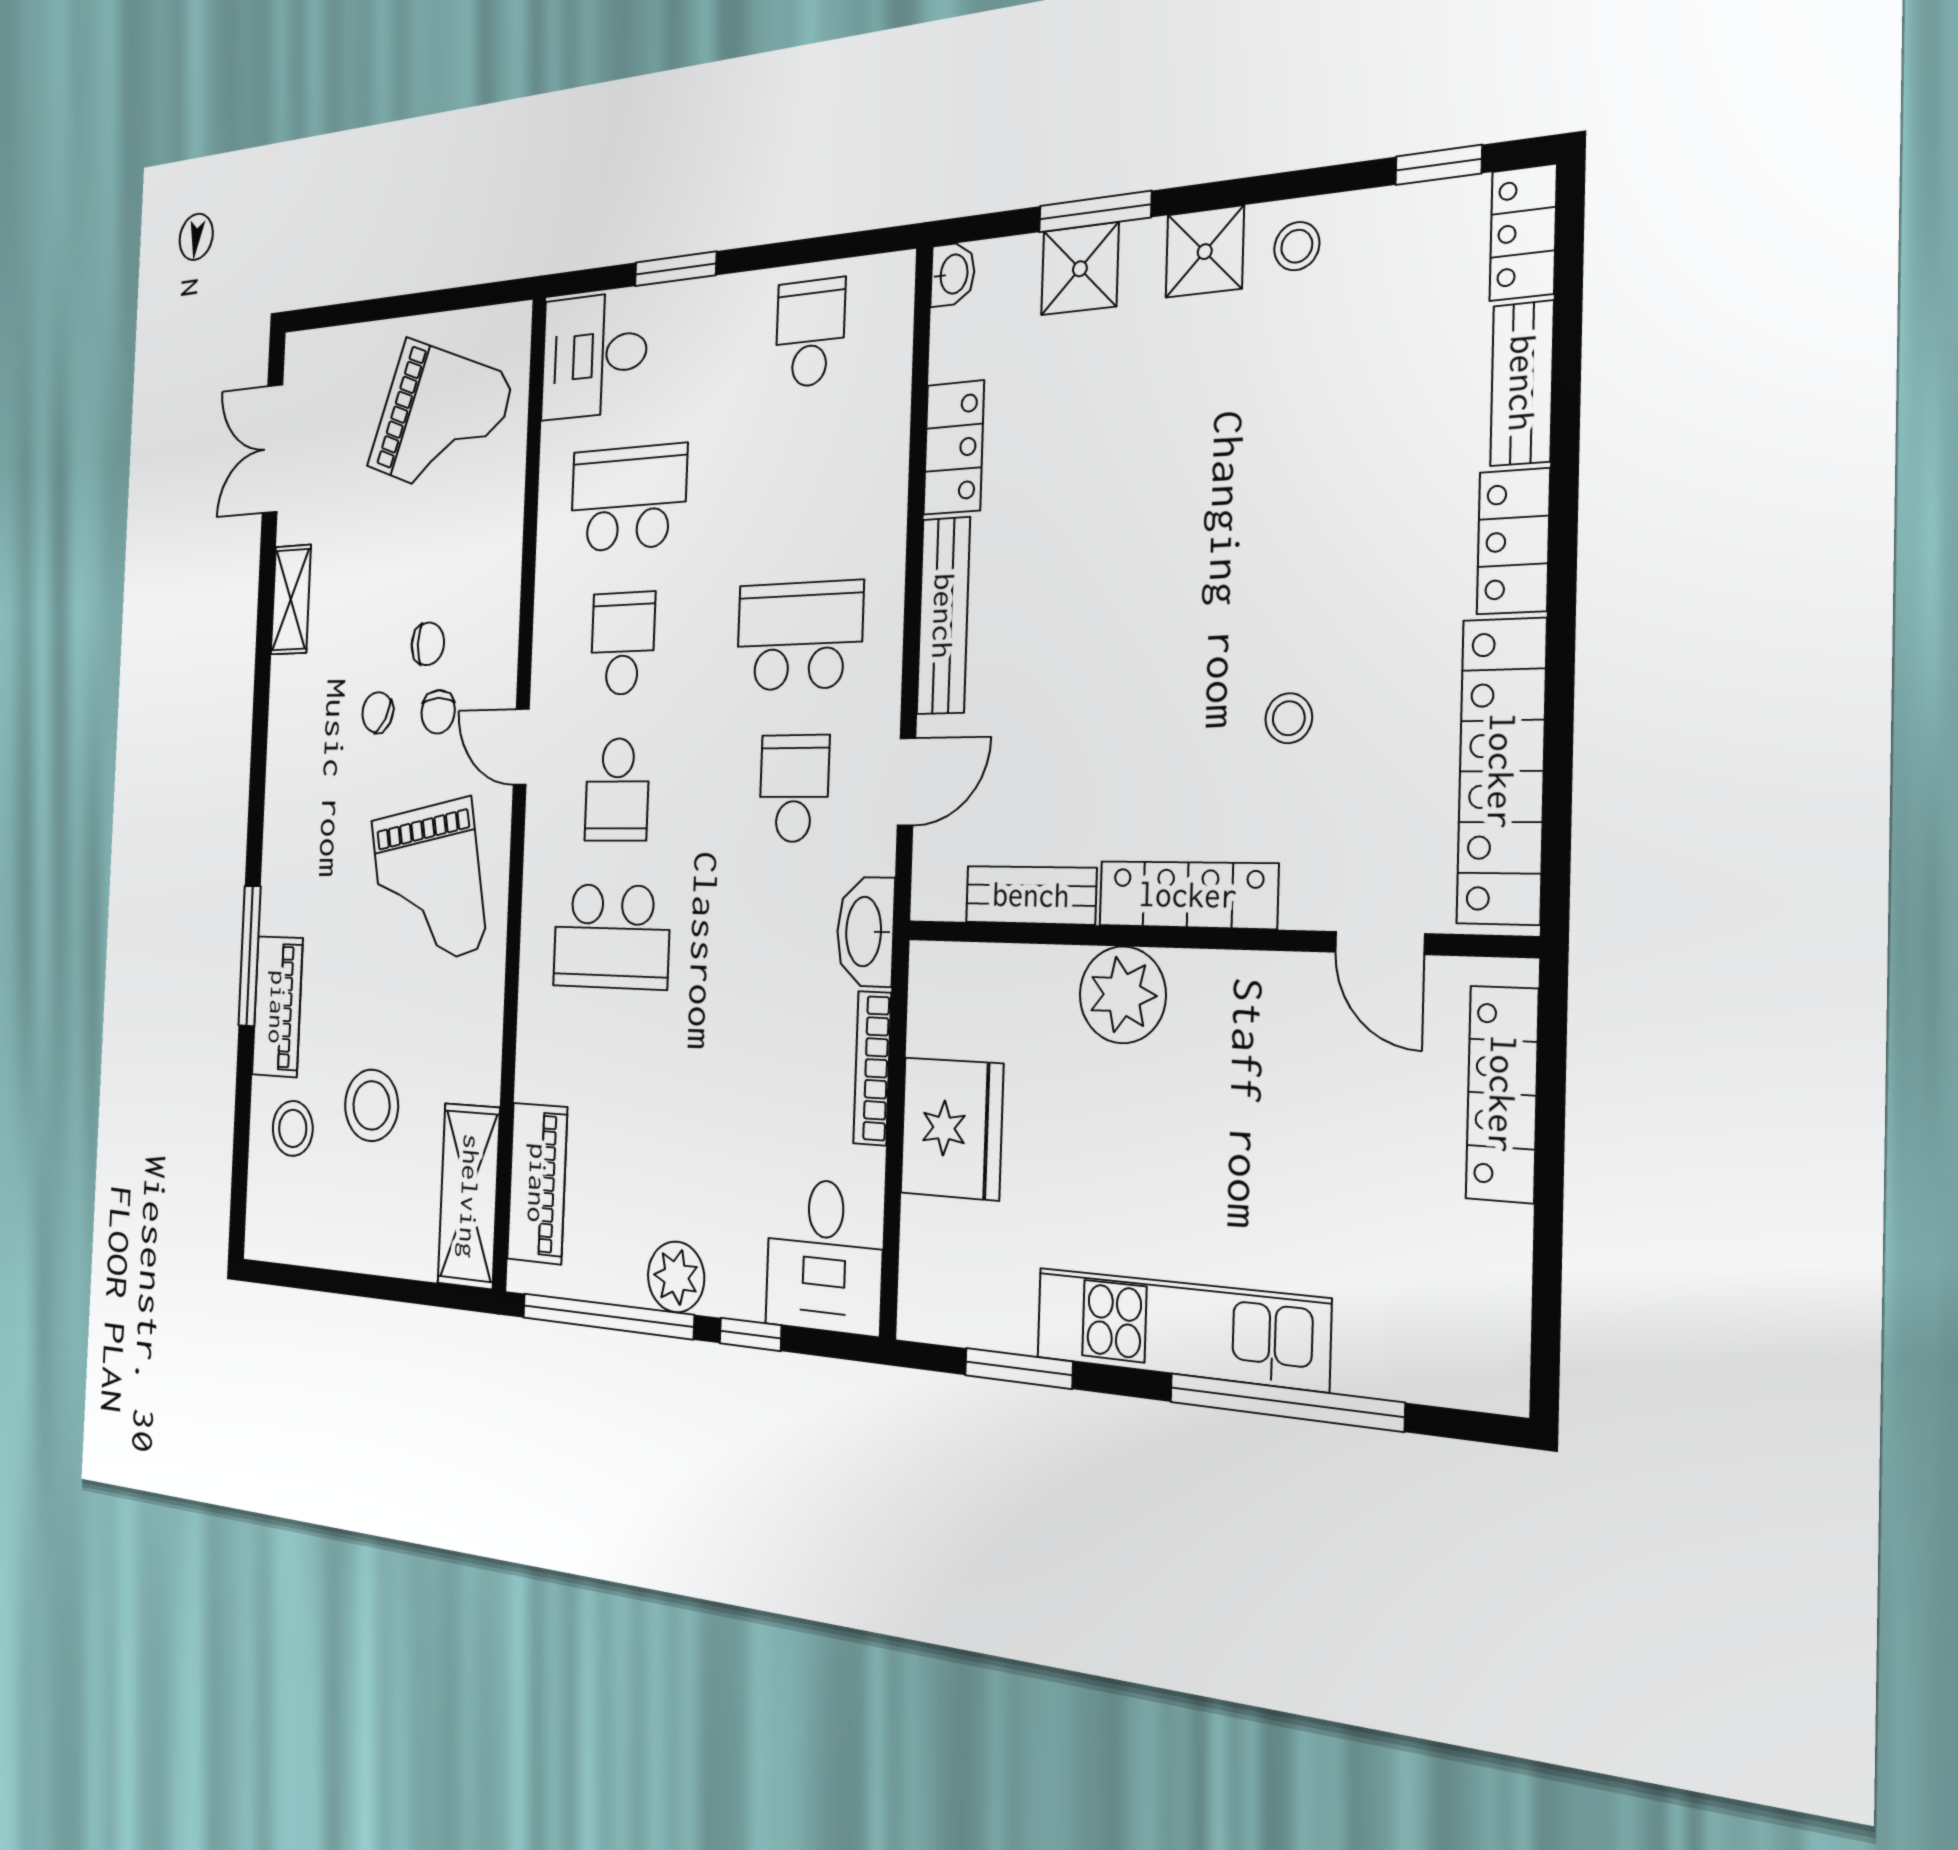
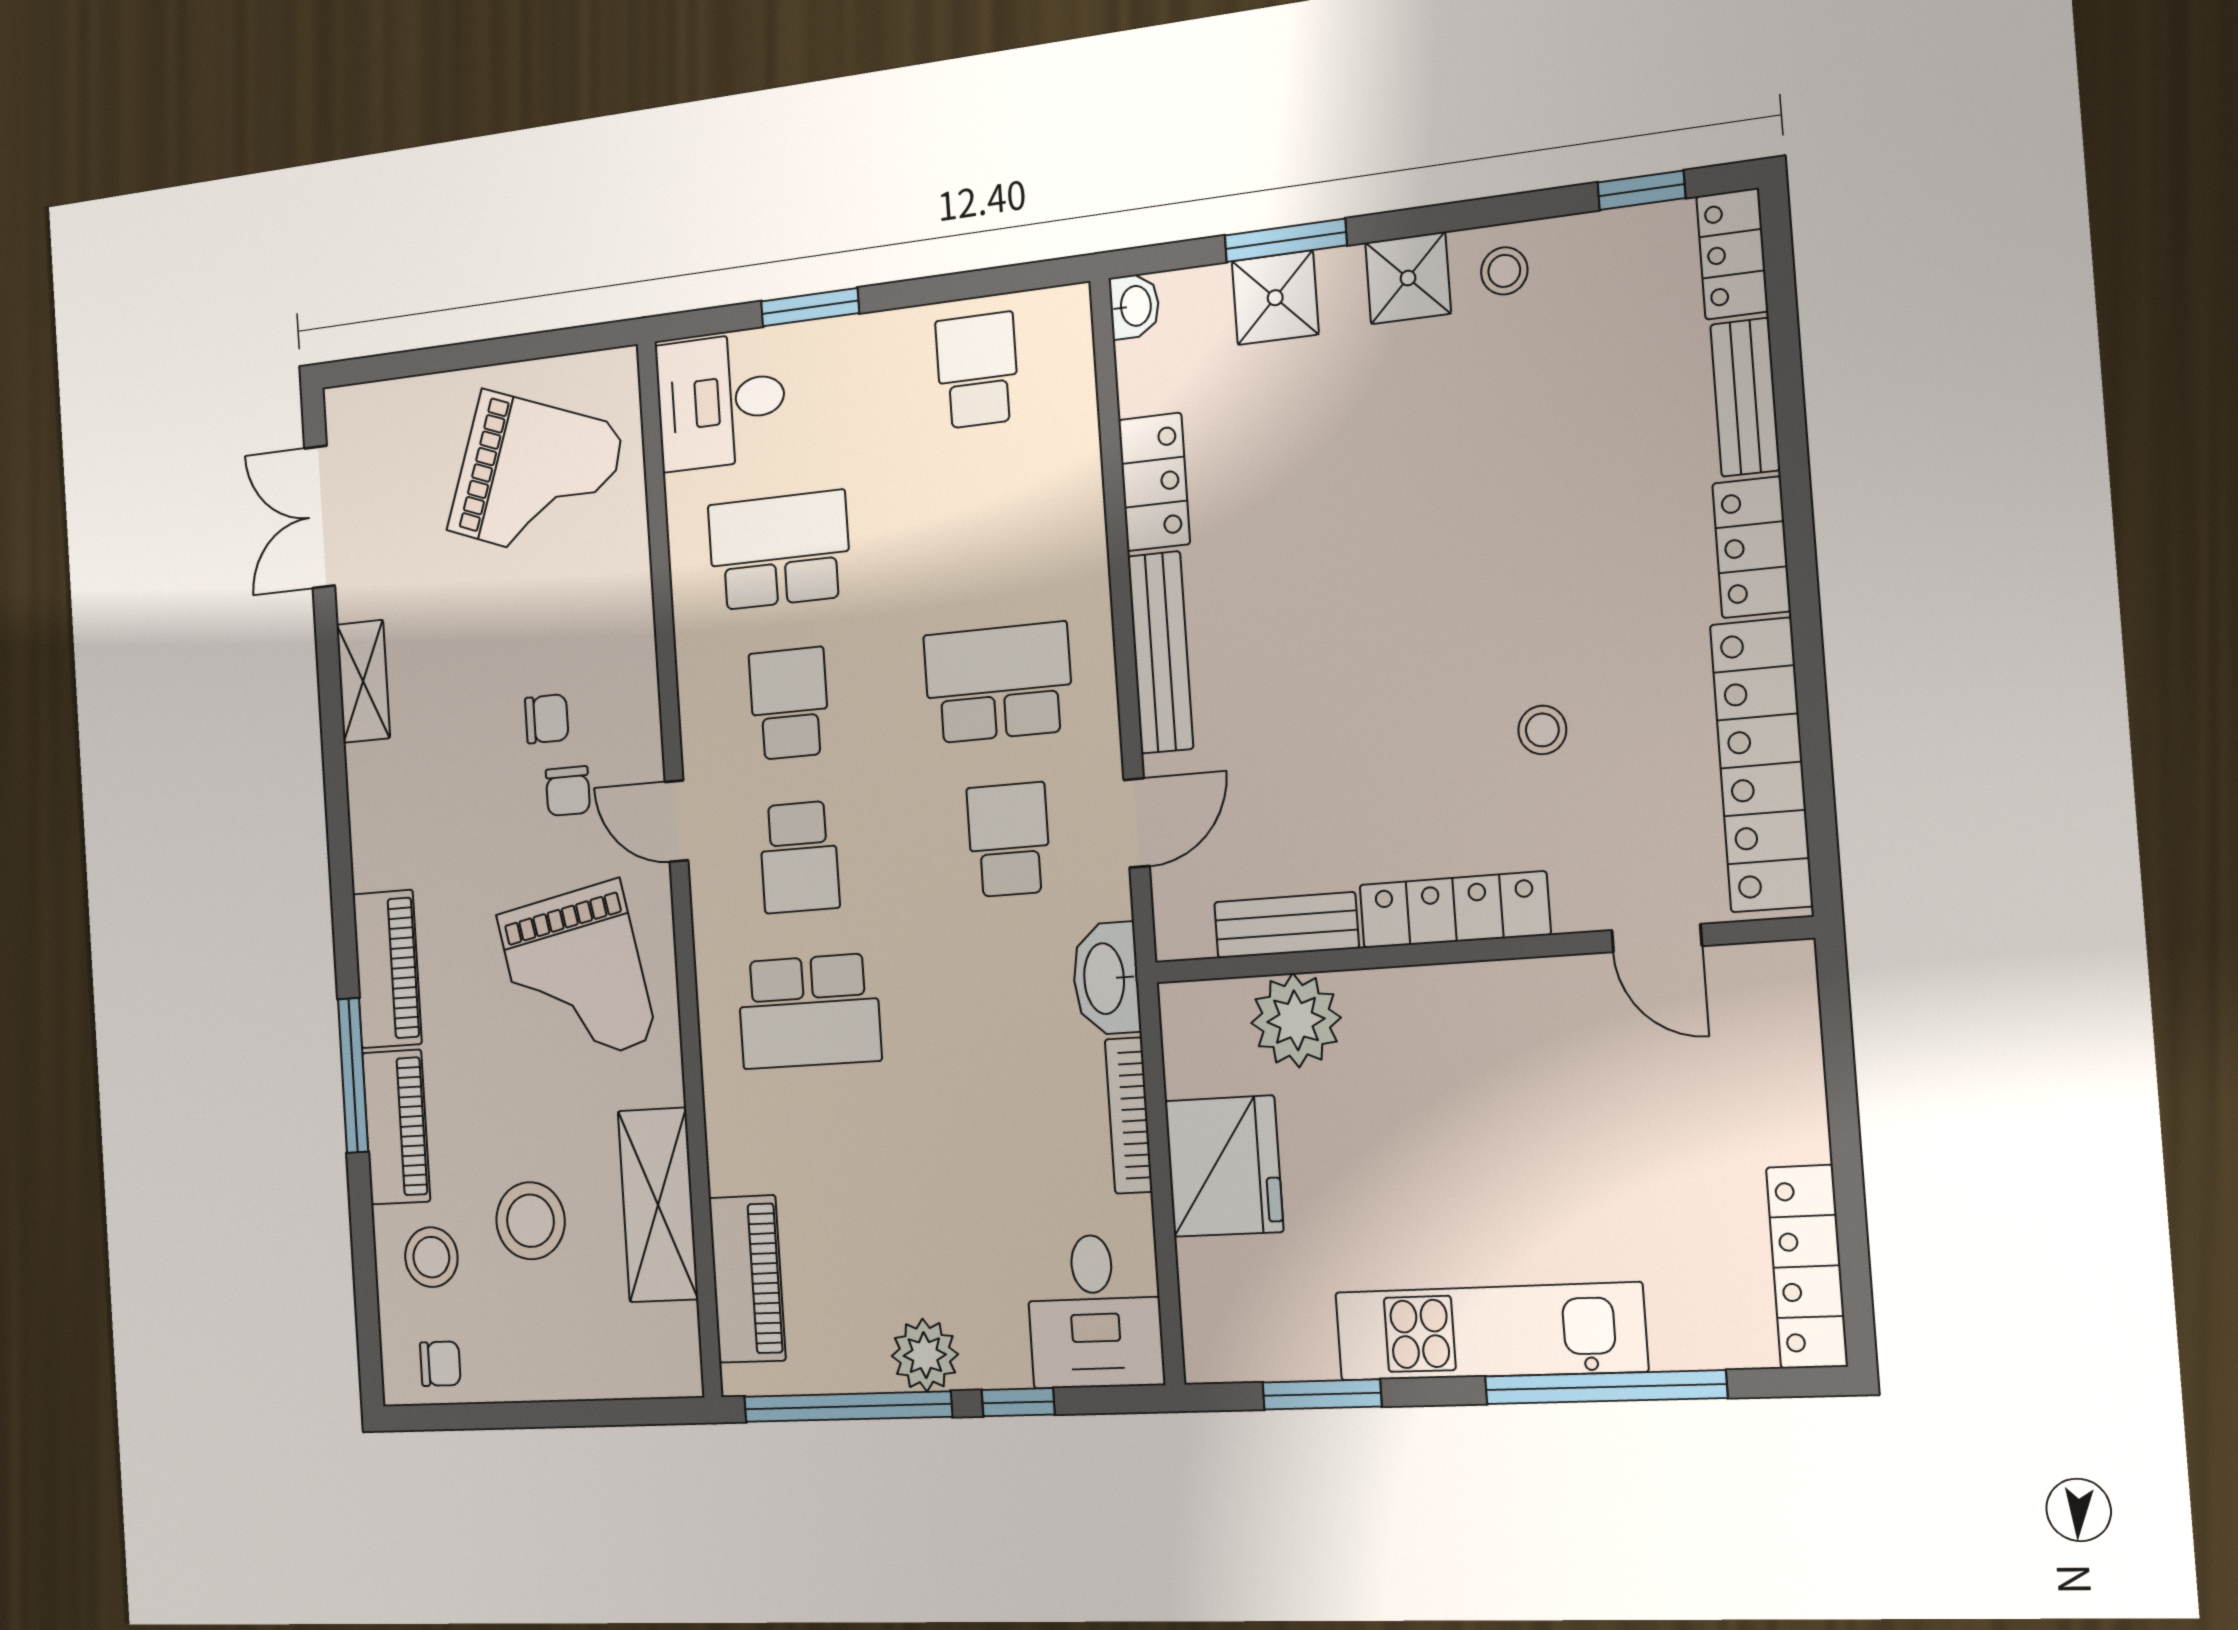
chair: (378, 712) -> (440, 1364), moved, turned 149
piano: (284, 862) -> (387, 969), added
plant: (1123, 995) -> (1296, 1020), moved
locker: (1502, 1094) -> (1807, 1267), moved
shelving: (469, 1196) -> (658, 1205), moved

